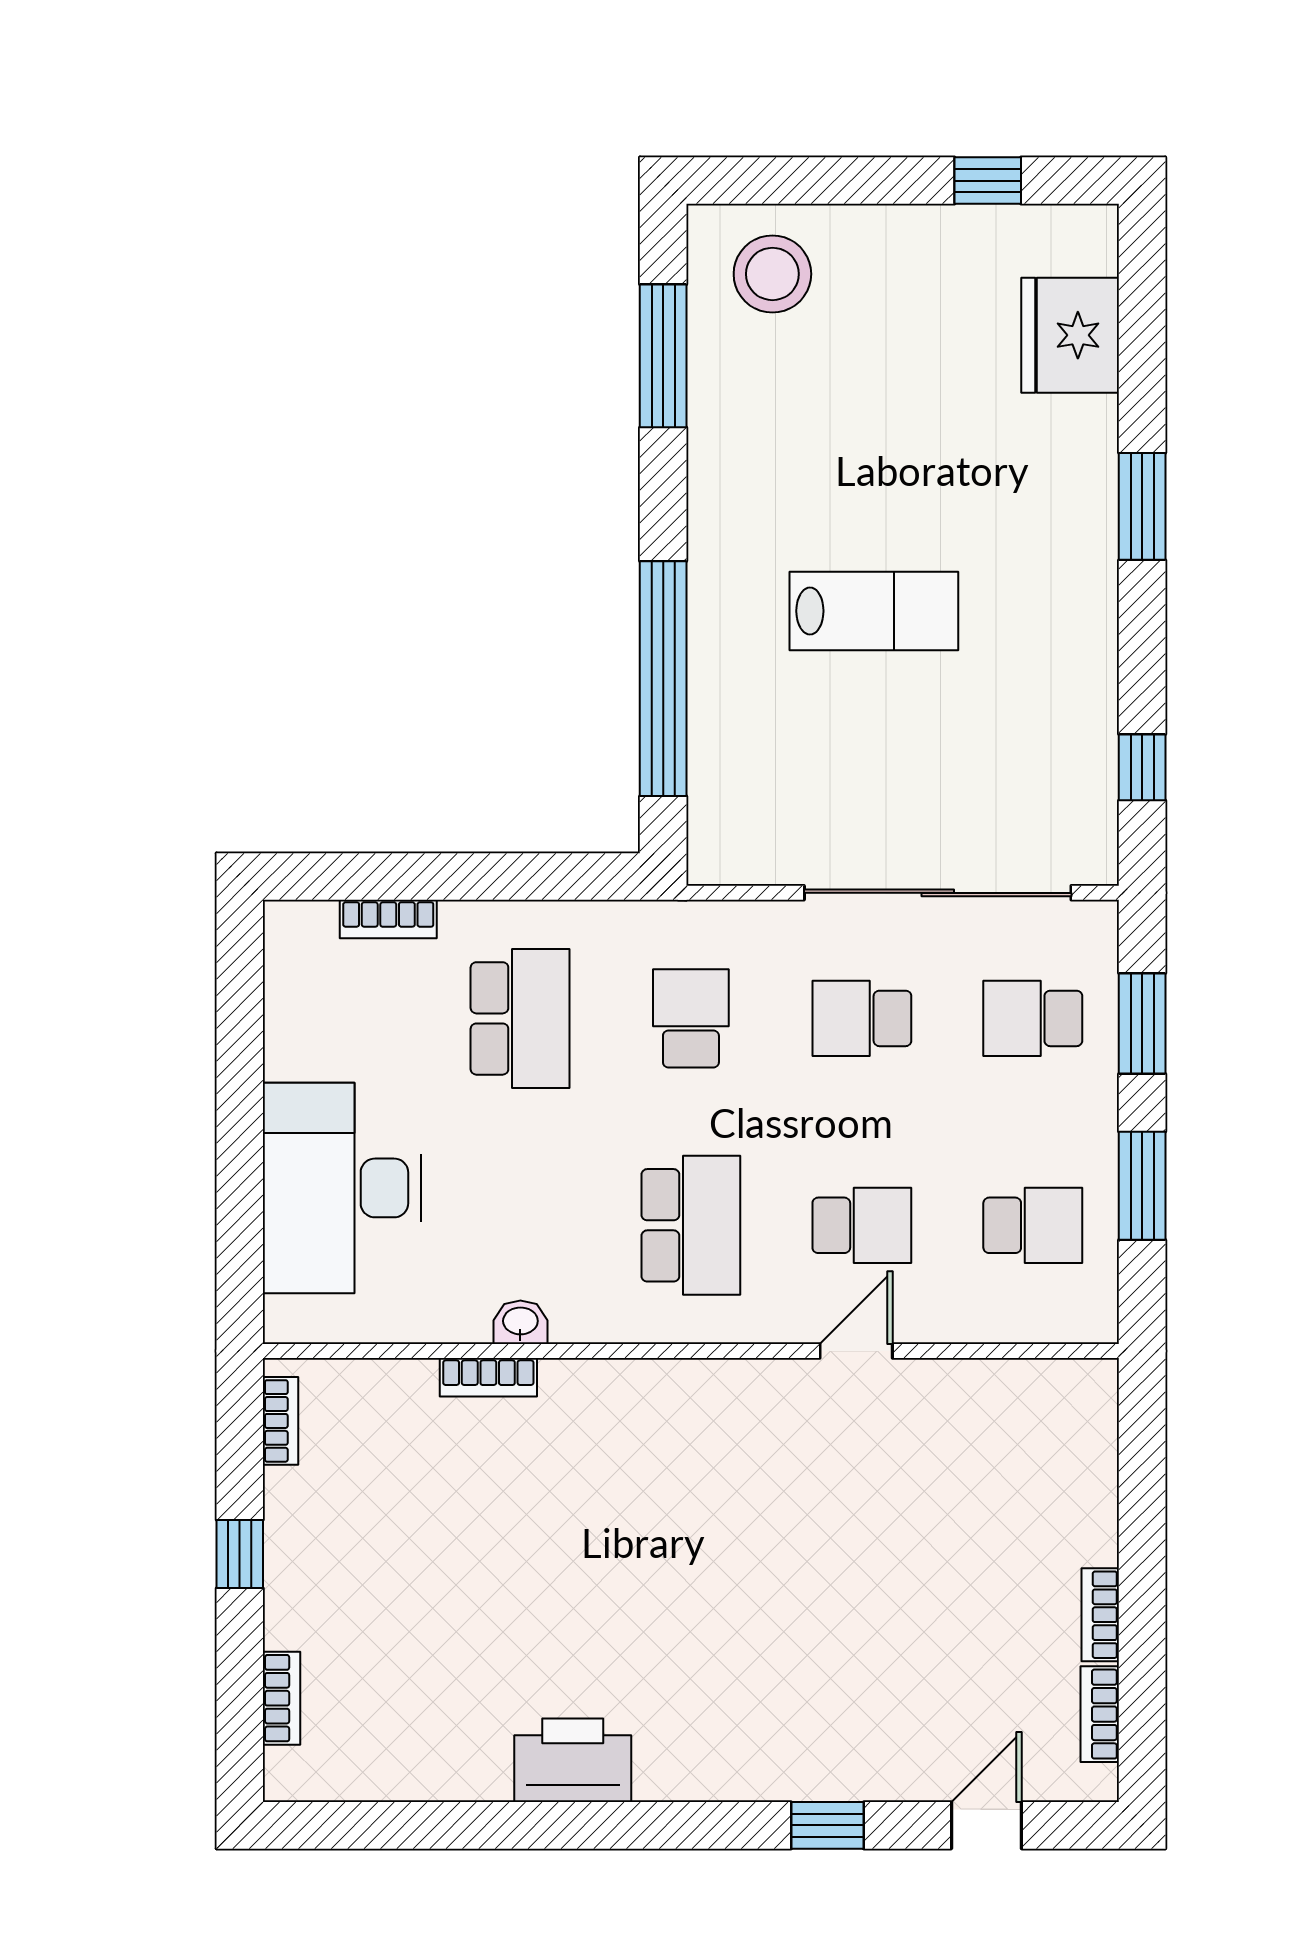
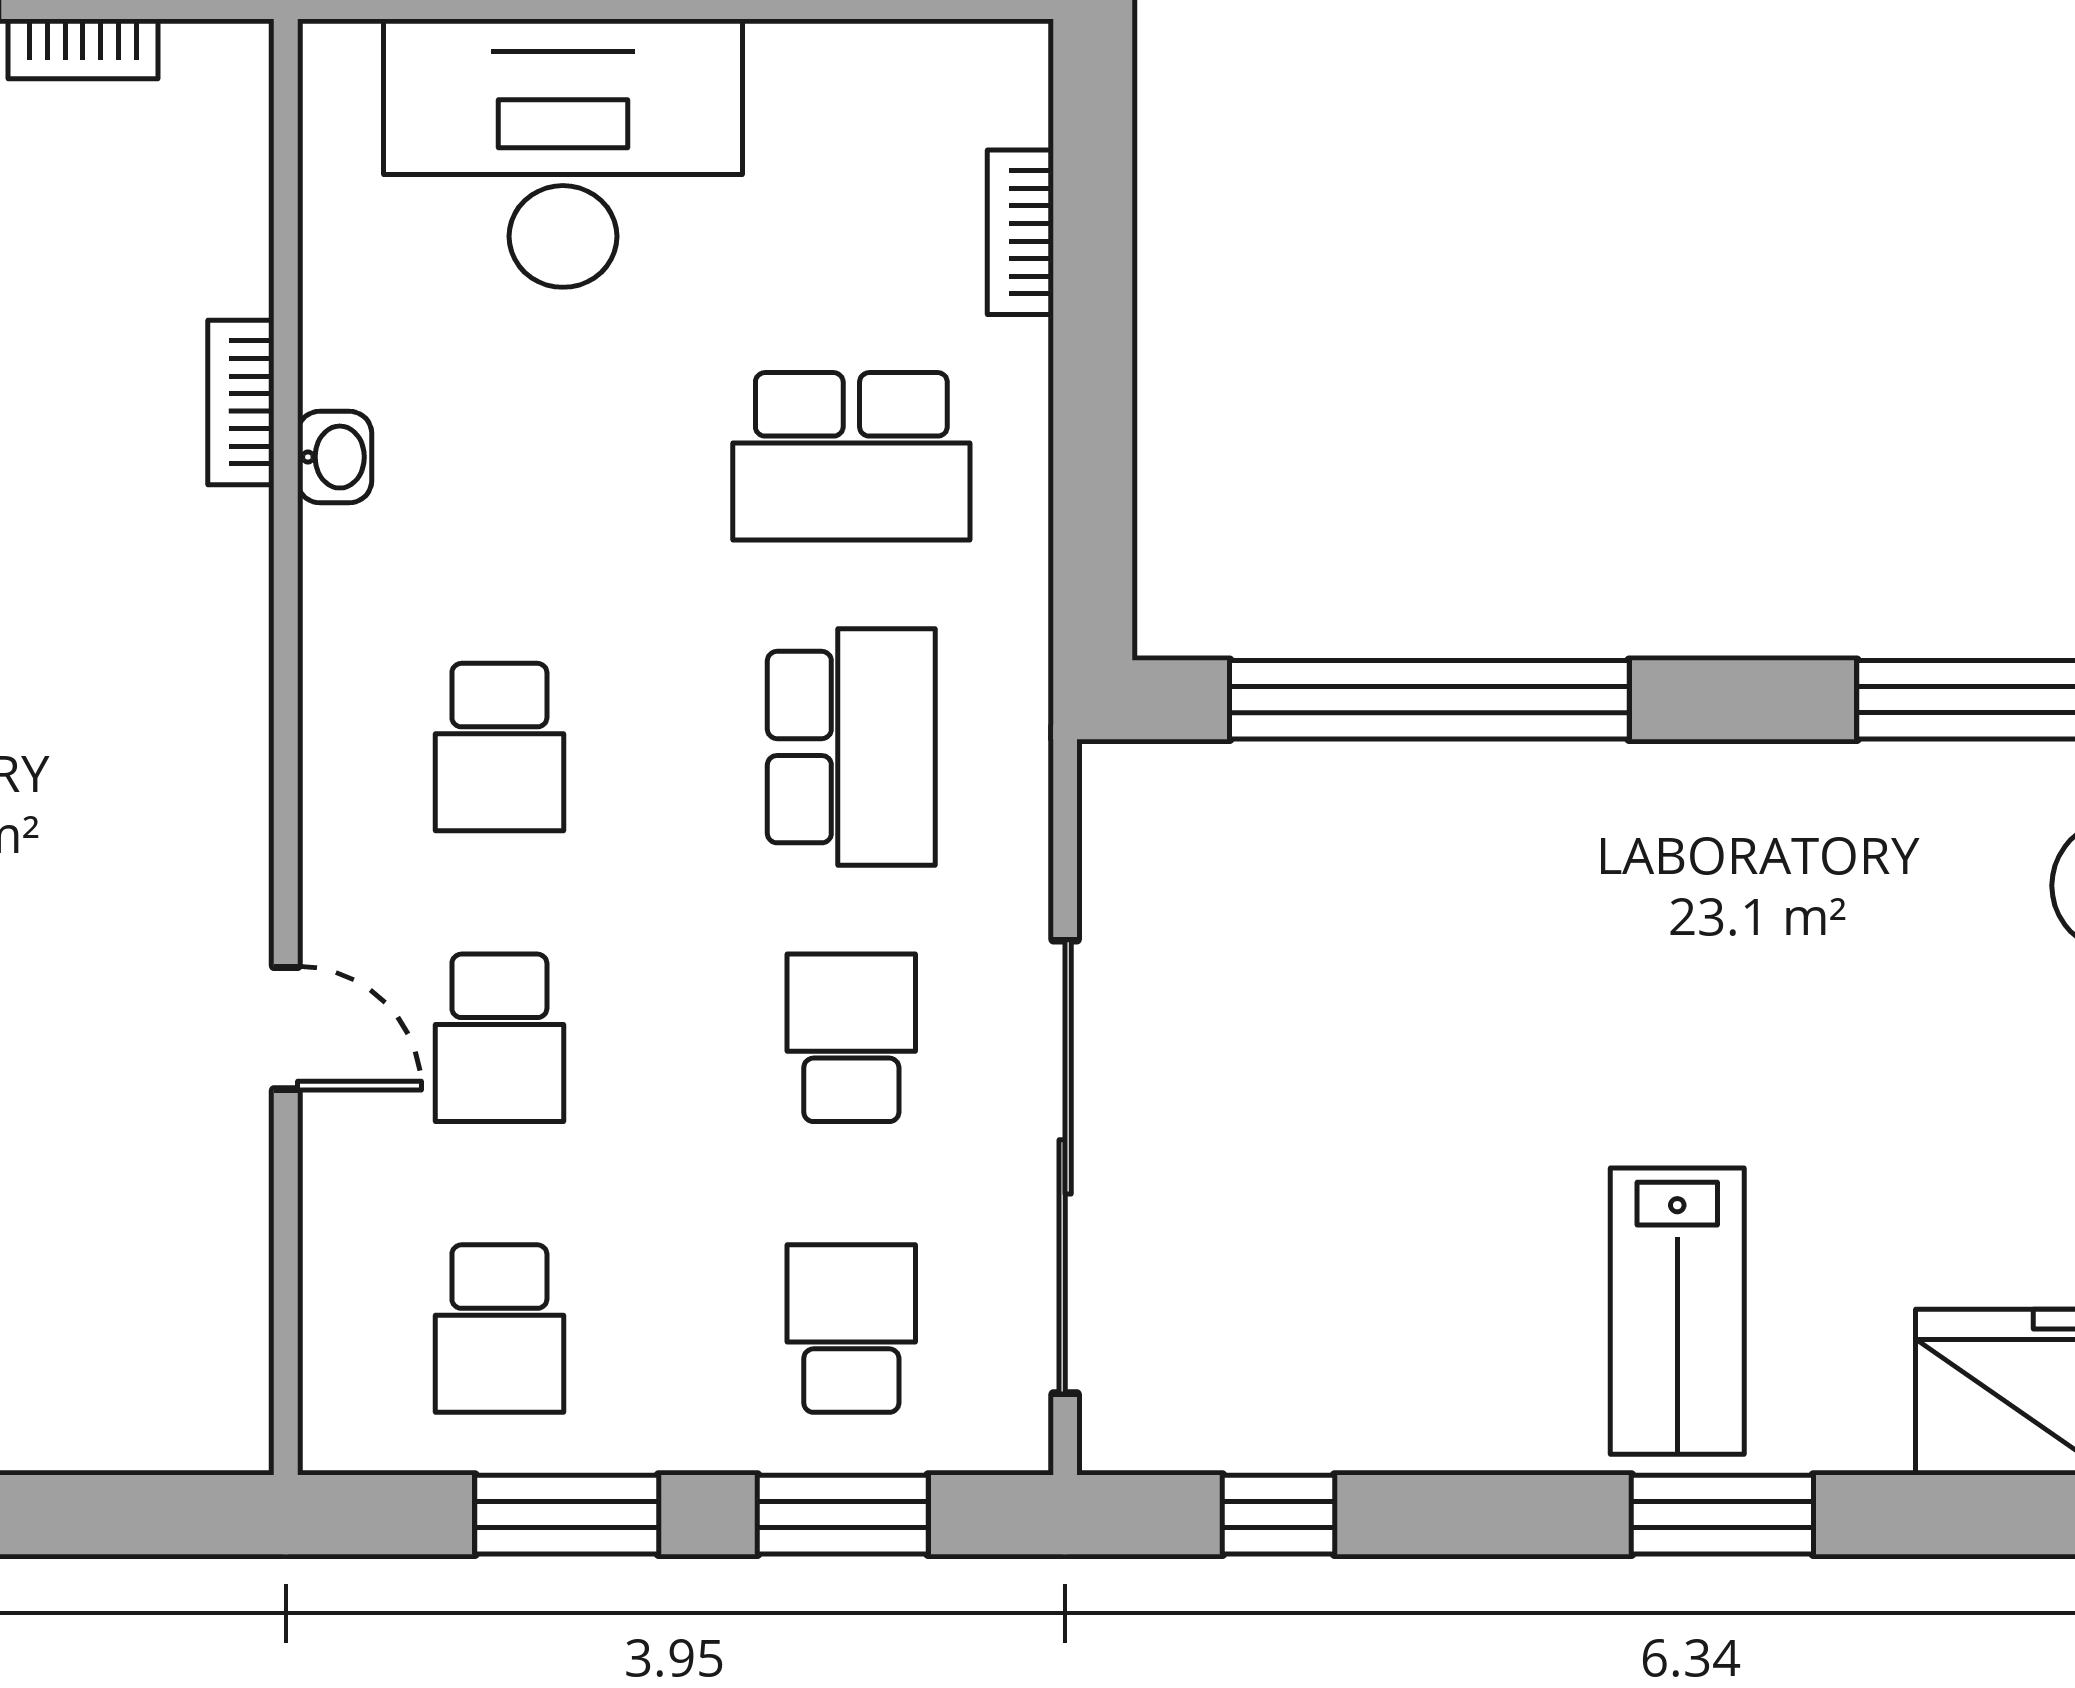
lab bench: (874, 611) -> (1677, 1311), moved
school desk: (691, 1018) -> (851, 747), width x1.85
school desk: (691, 1225) -> (499, 747), width x0.54
bookcase: (281, 1421) -> (83, 49), moved

